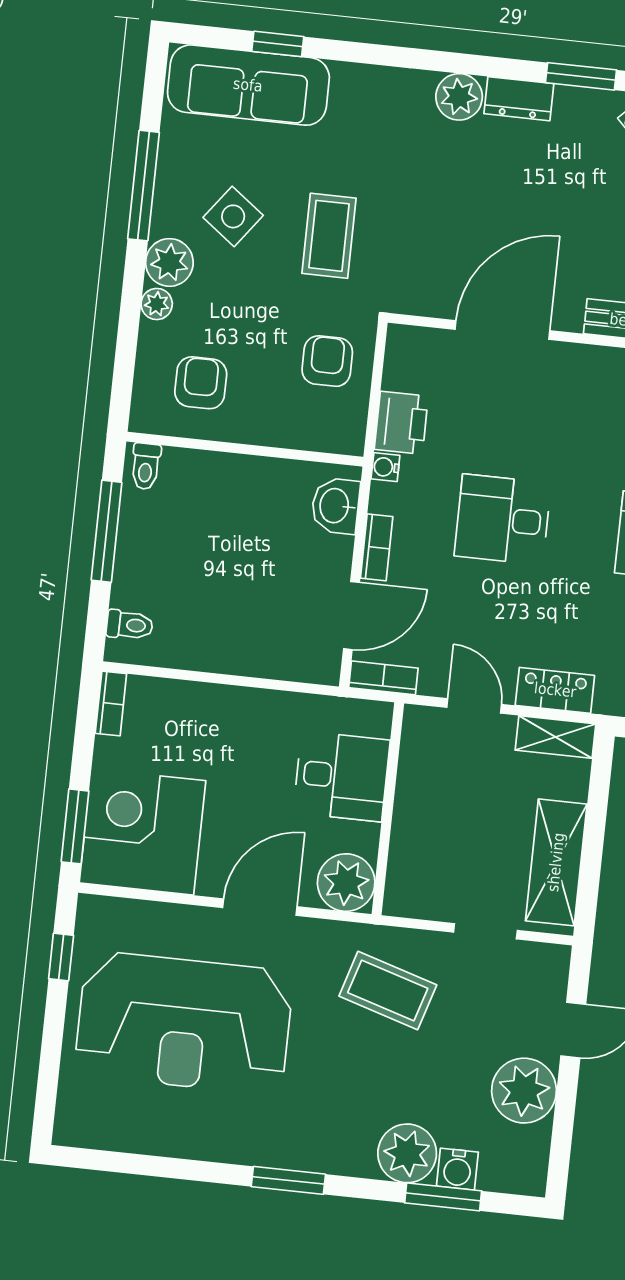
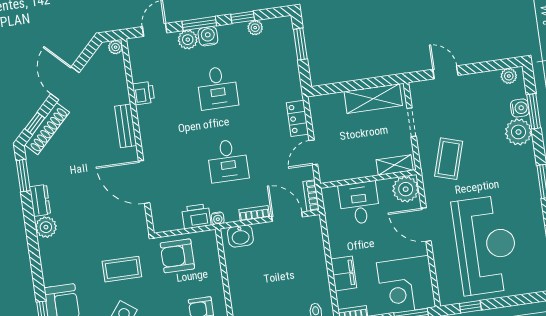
armchair: (327, 361) -> (177, 256), width x1.38, depth x1.38
filing cabinet: (200, 705) -> (344, 273), added
shelving: (555, 737) -> (395, 165), moved, turned 90
plant: (524, 1091) -> (509, 76), moved, width x0.53, depth x0.53

